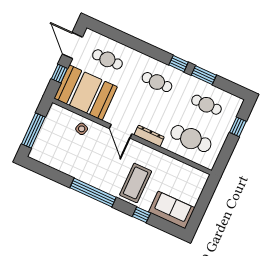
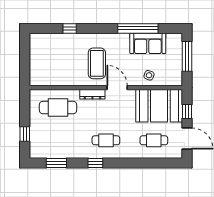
window: (204, 75) -> (56, 163), moved
cafe table: (206, 105) -> (58, 140), removed
coffee table: (136, 183) -> (97, 63), moved
window: (93, 193) -> (138, 28), moved
sofa: (172, 210) -> (148, 43), moved

